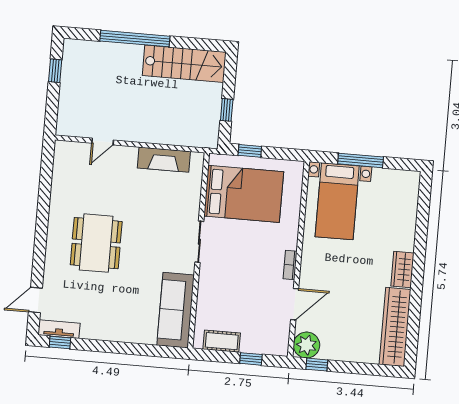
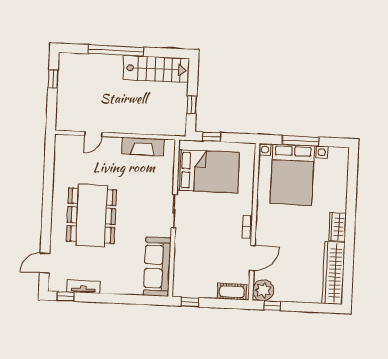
bed with nightstands: (337, 201) -> (292, 175), width x1.36
dining table: (96, 243) -> (91, 216), width x1.36, depth x1.24
tv unit: (59, 329) -> (83, 287), moved
cot: (222, 341) -> (232, 292), moved
window: (251, 359) -> (190, 302), moved

